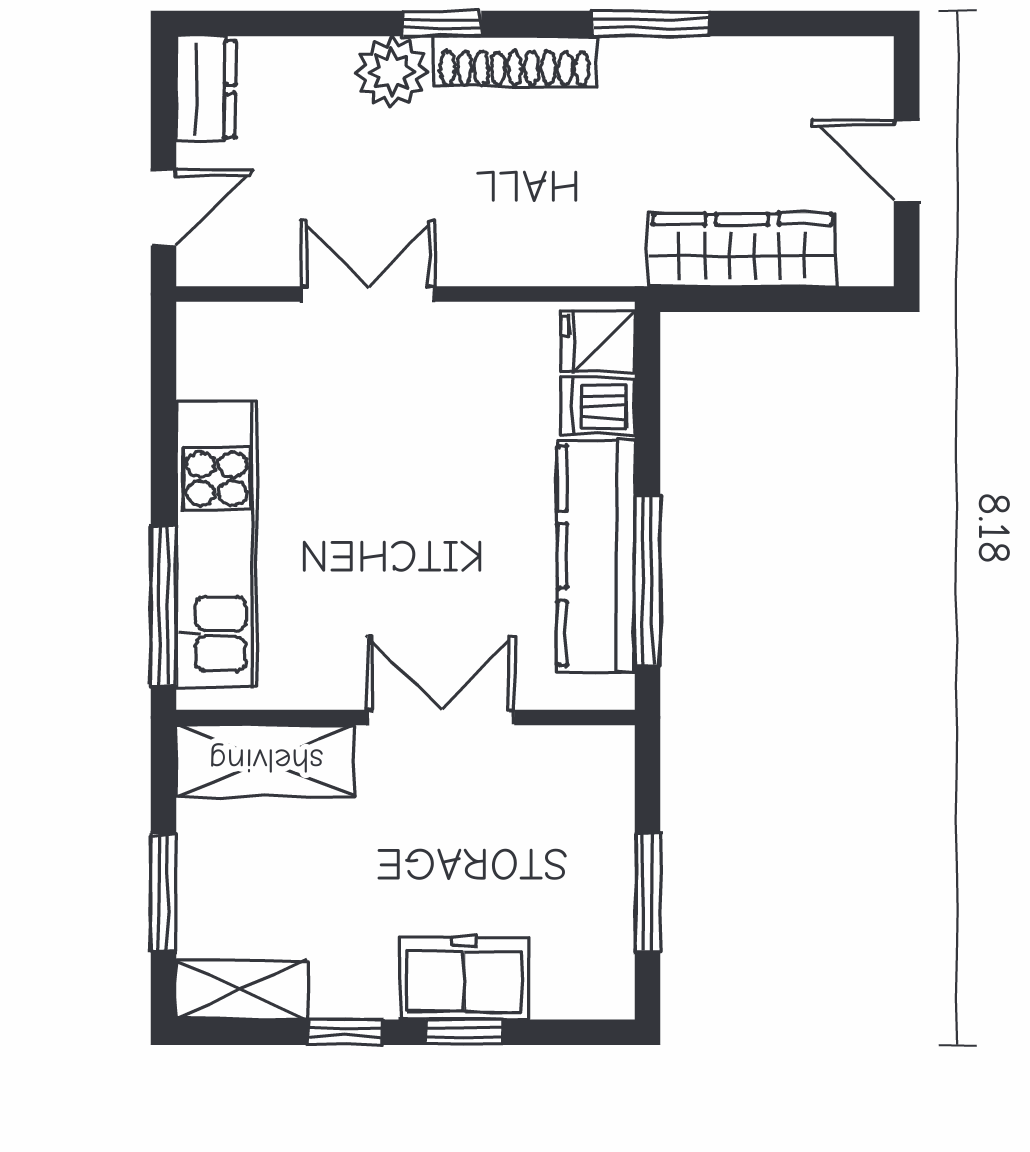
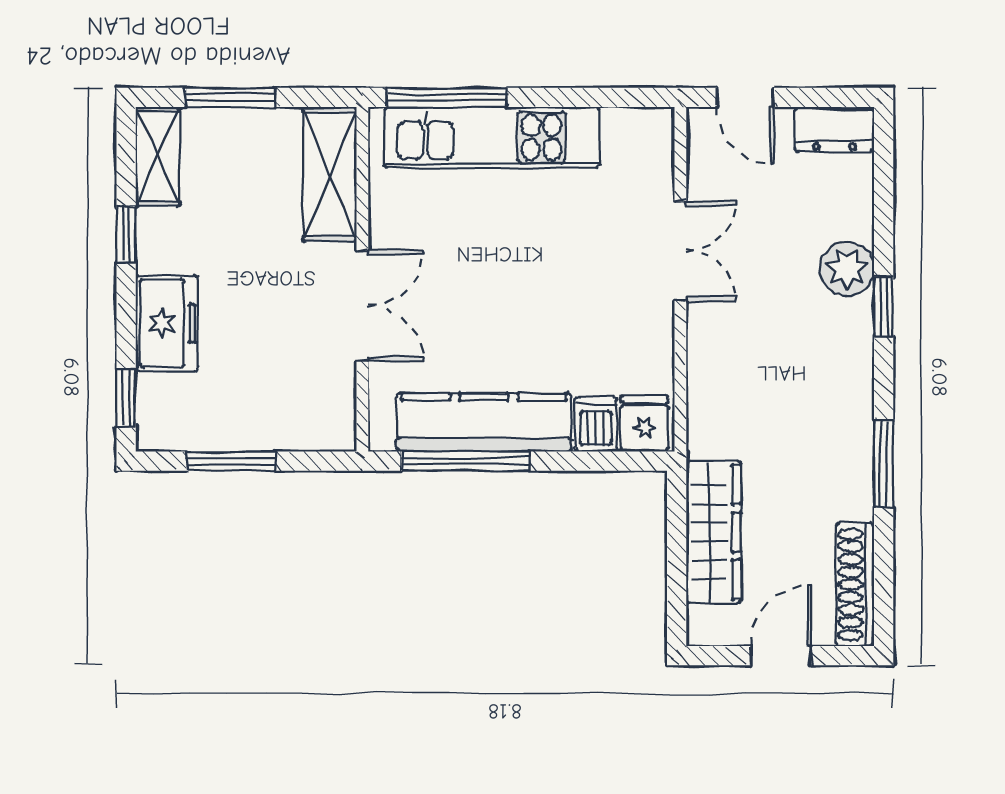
shoe rack: (515, 62) -> (855, 584), moved
window: (464, 1032) -> (126, 398), moved

